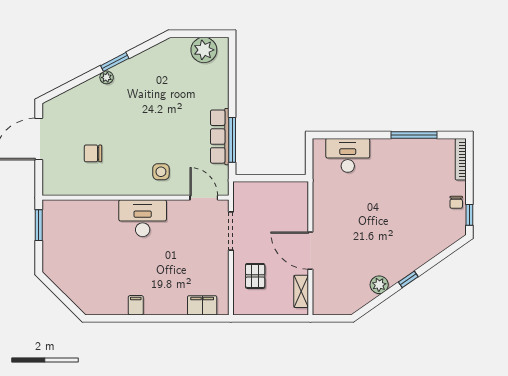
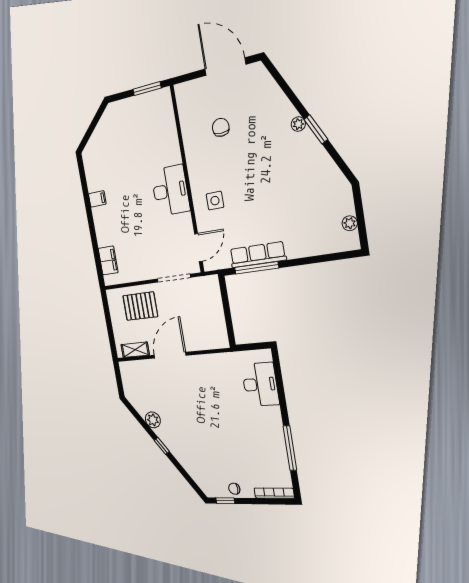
plant: (204, 50) -> (350, 223), width x0.53, depth x0.53
pallet: (255, 276) -> (140, 306), width x1.50, depth x1.42

